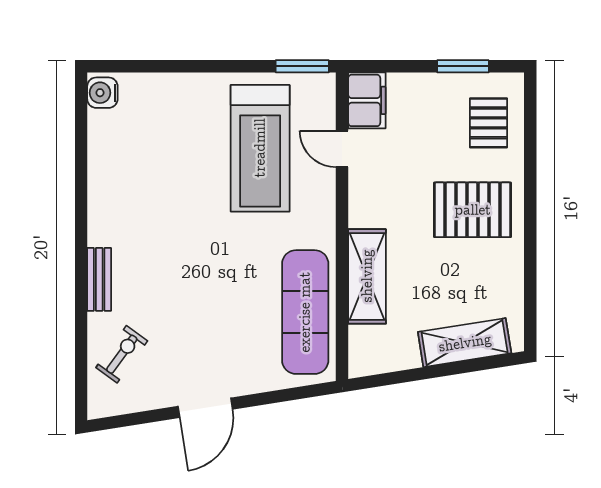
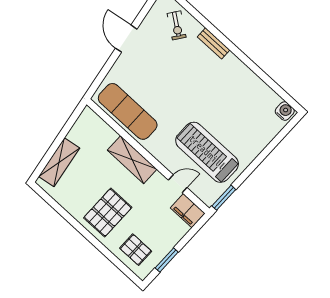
shelving: (367, 276) -> (132, 160), moved

